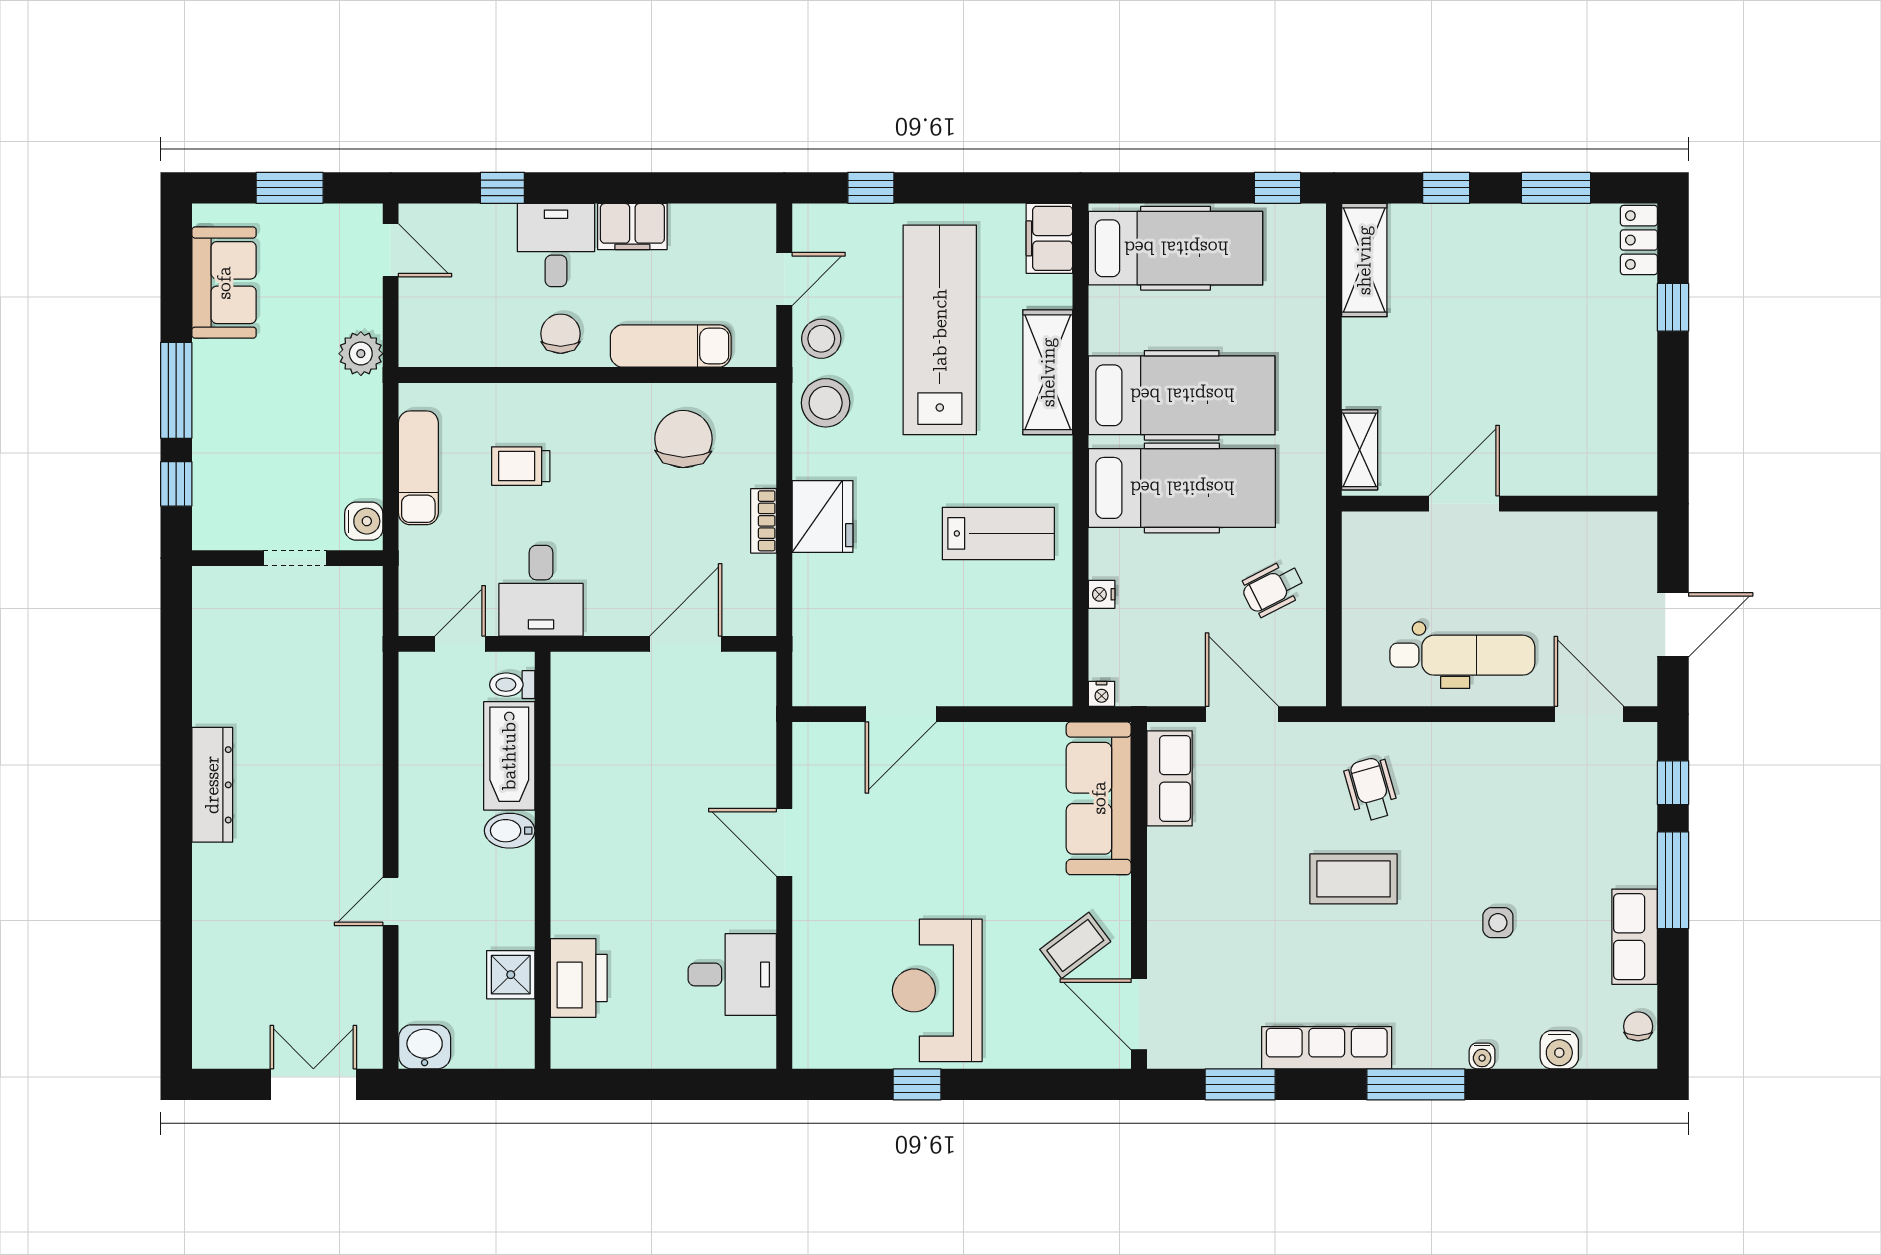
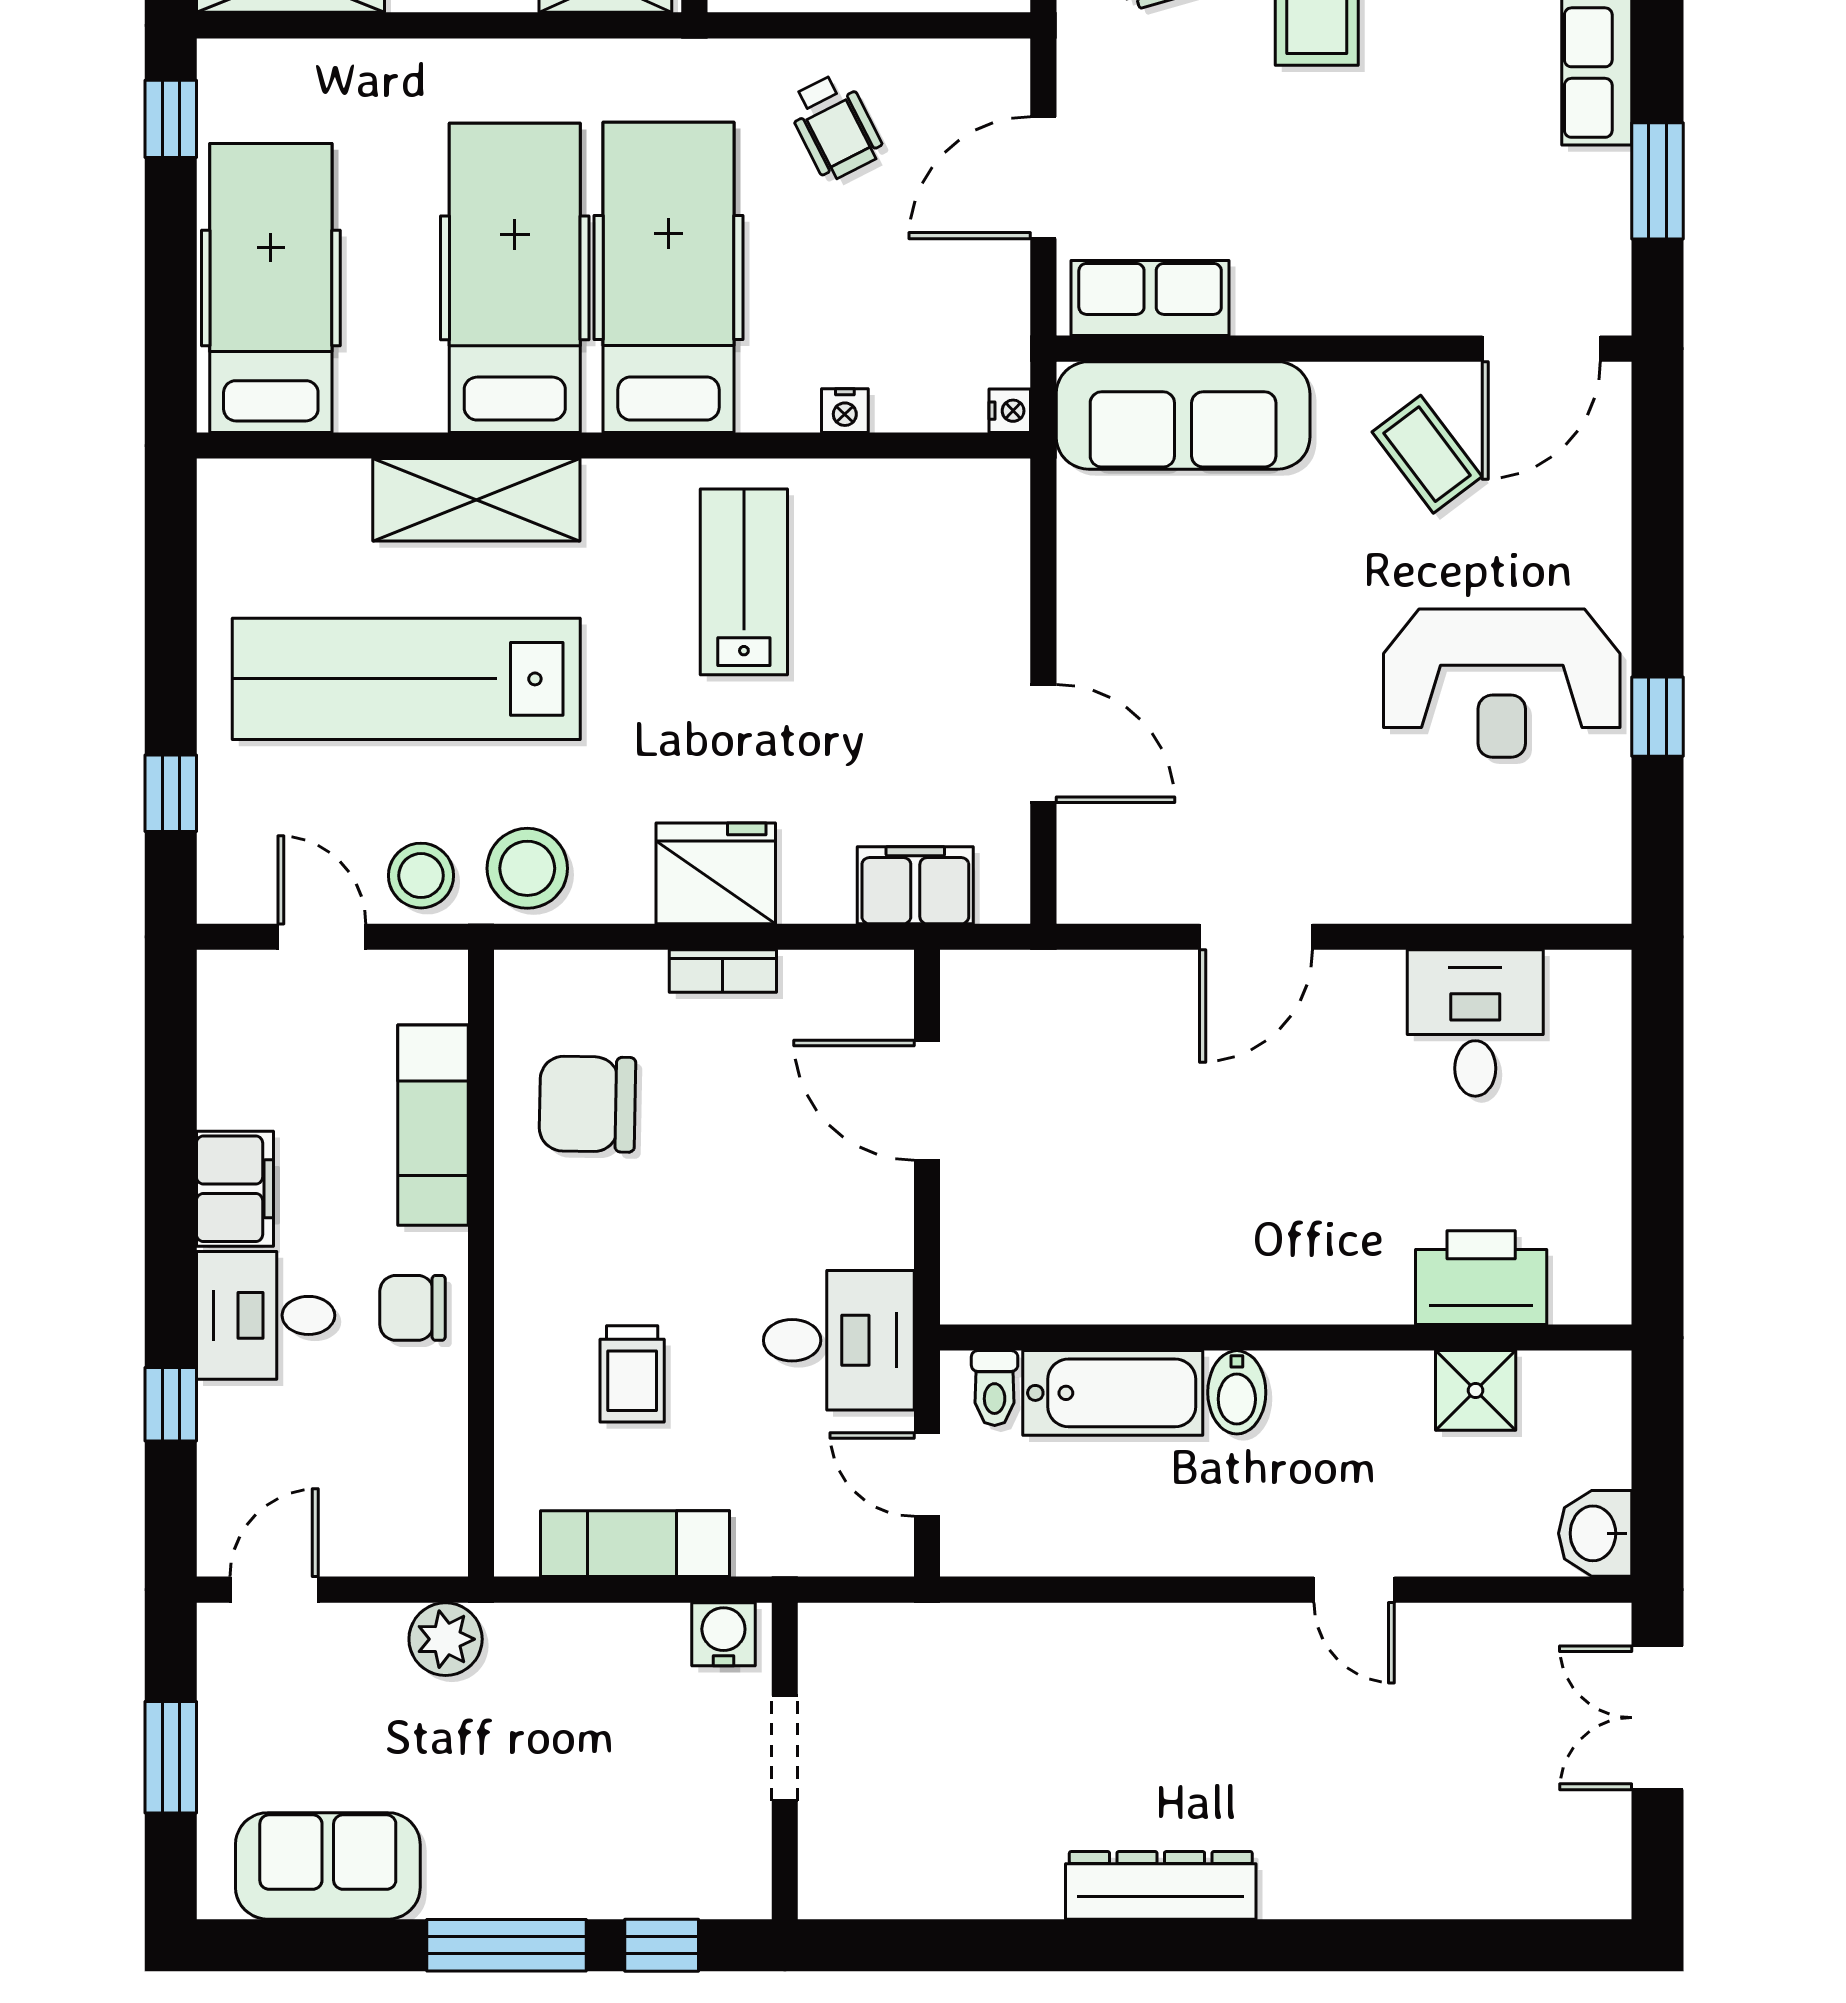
filing cabinet: (1049, 238) -> (915, 885), moved, turned 180

